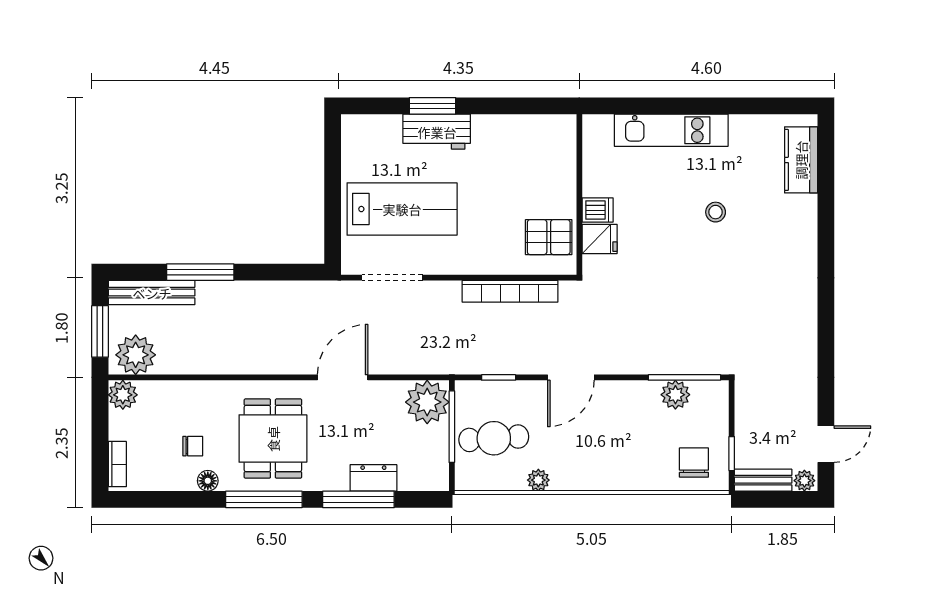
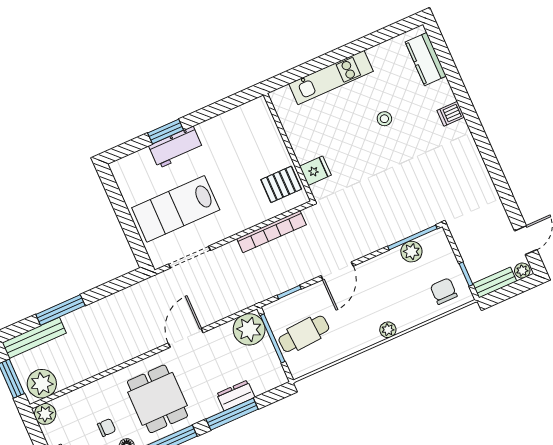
lab bench: (402, 209) -> (176, 209), turned 180
dishwasher: (598, 210) -> (451, 114), moved, turned 180
plant: (538, 480) -> (388, 330), moved

